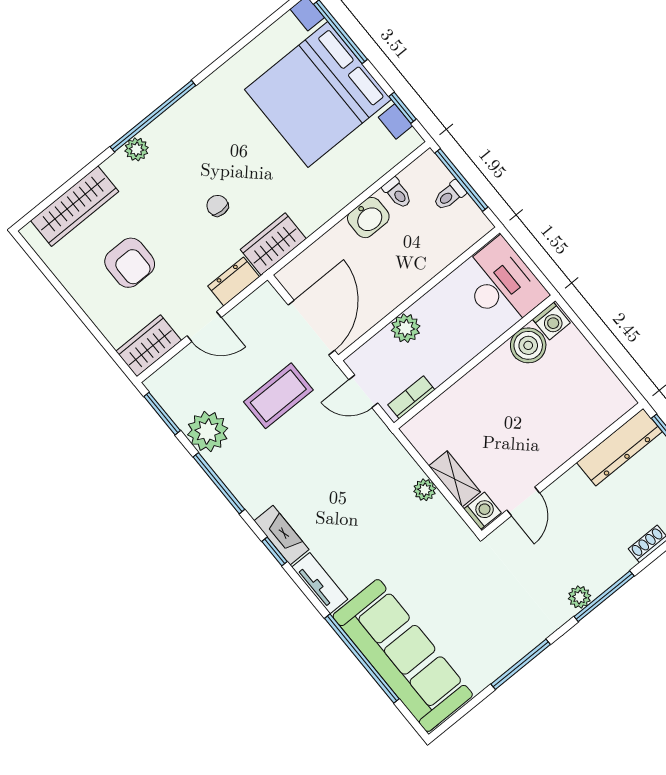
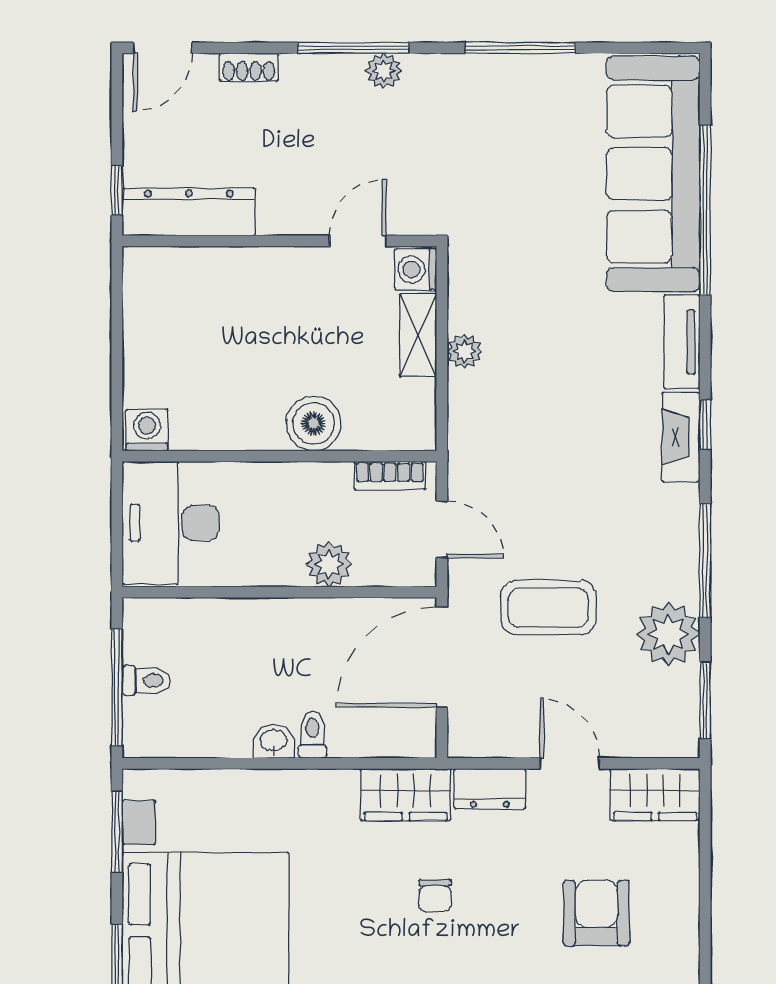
window: (402, 108) -> (117, 832), width x1.50
toilet: (397, 193) -> (312, 735), moved
washbasin: (368, 218) -> (274, 741), width x0.72, depth x0.69
boiler: (528, 345) -> (314, 423), moved

